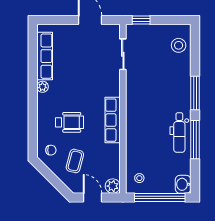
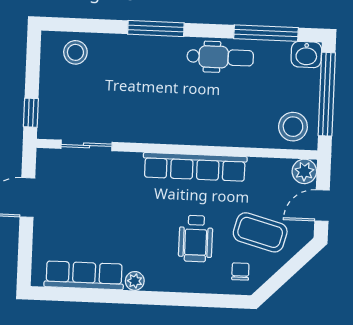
row of seats: (113, 120) -> (195, 167), width x1.36
wheelchair: (70, 122) -> (196, 239), turned 180
window: (195, 140) -> (266, 33), moved
coffee table: (75, 161) -> (260, 232), width x1.36, depth x1.30
stool: (139, 178) -> (293, 127), width x1.89, depth x1.89

